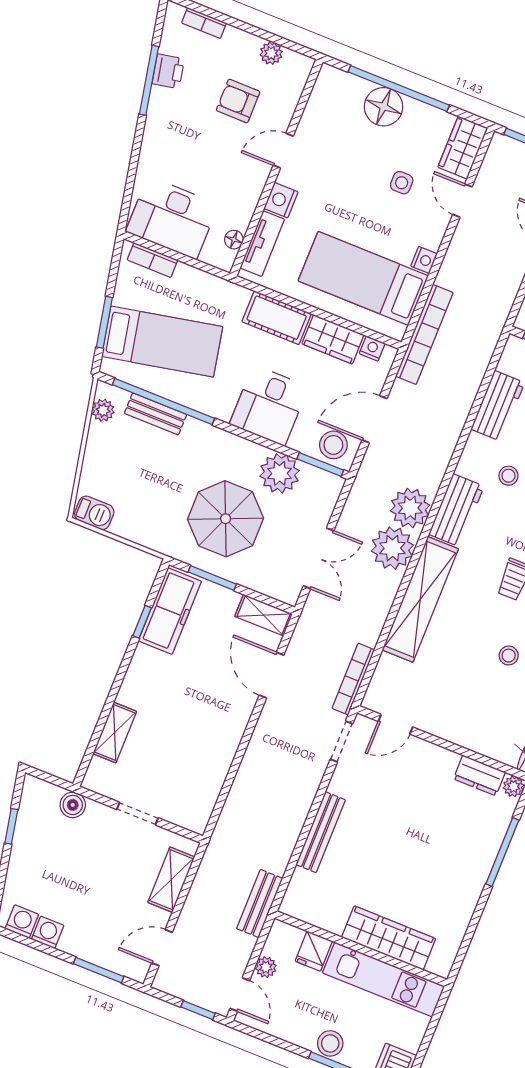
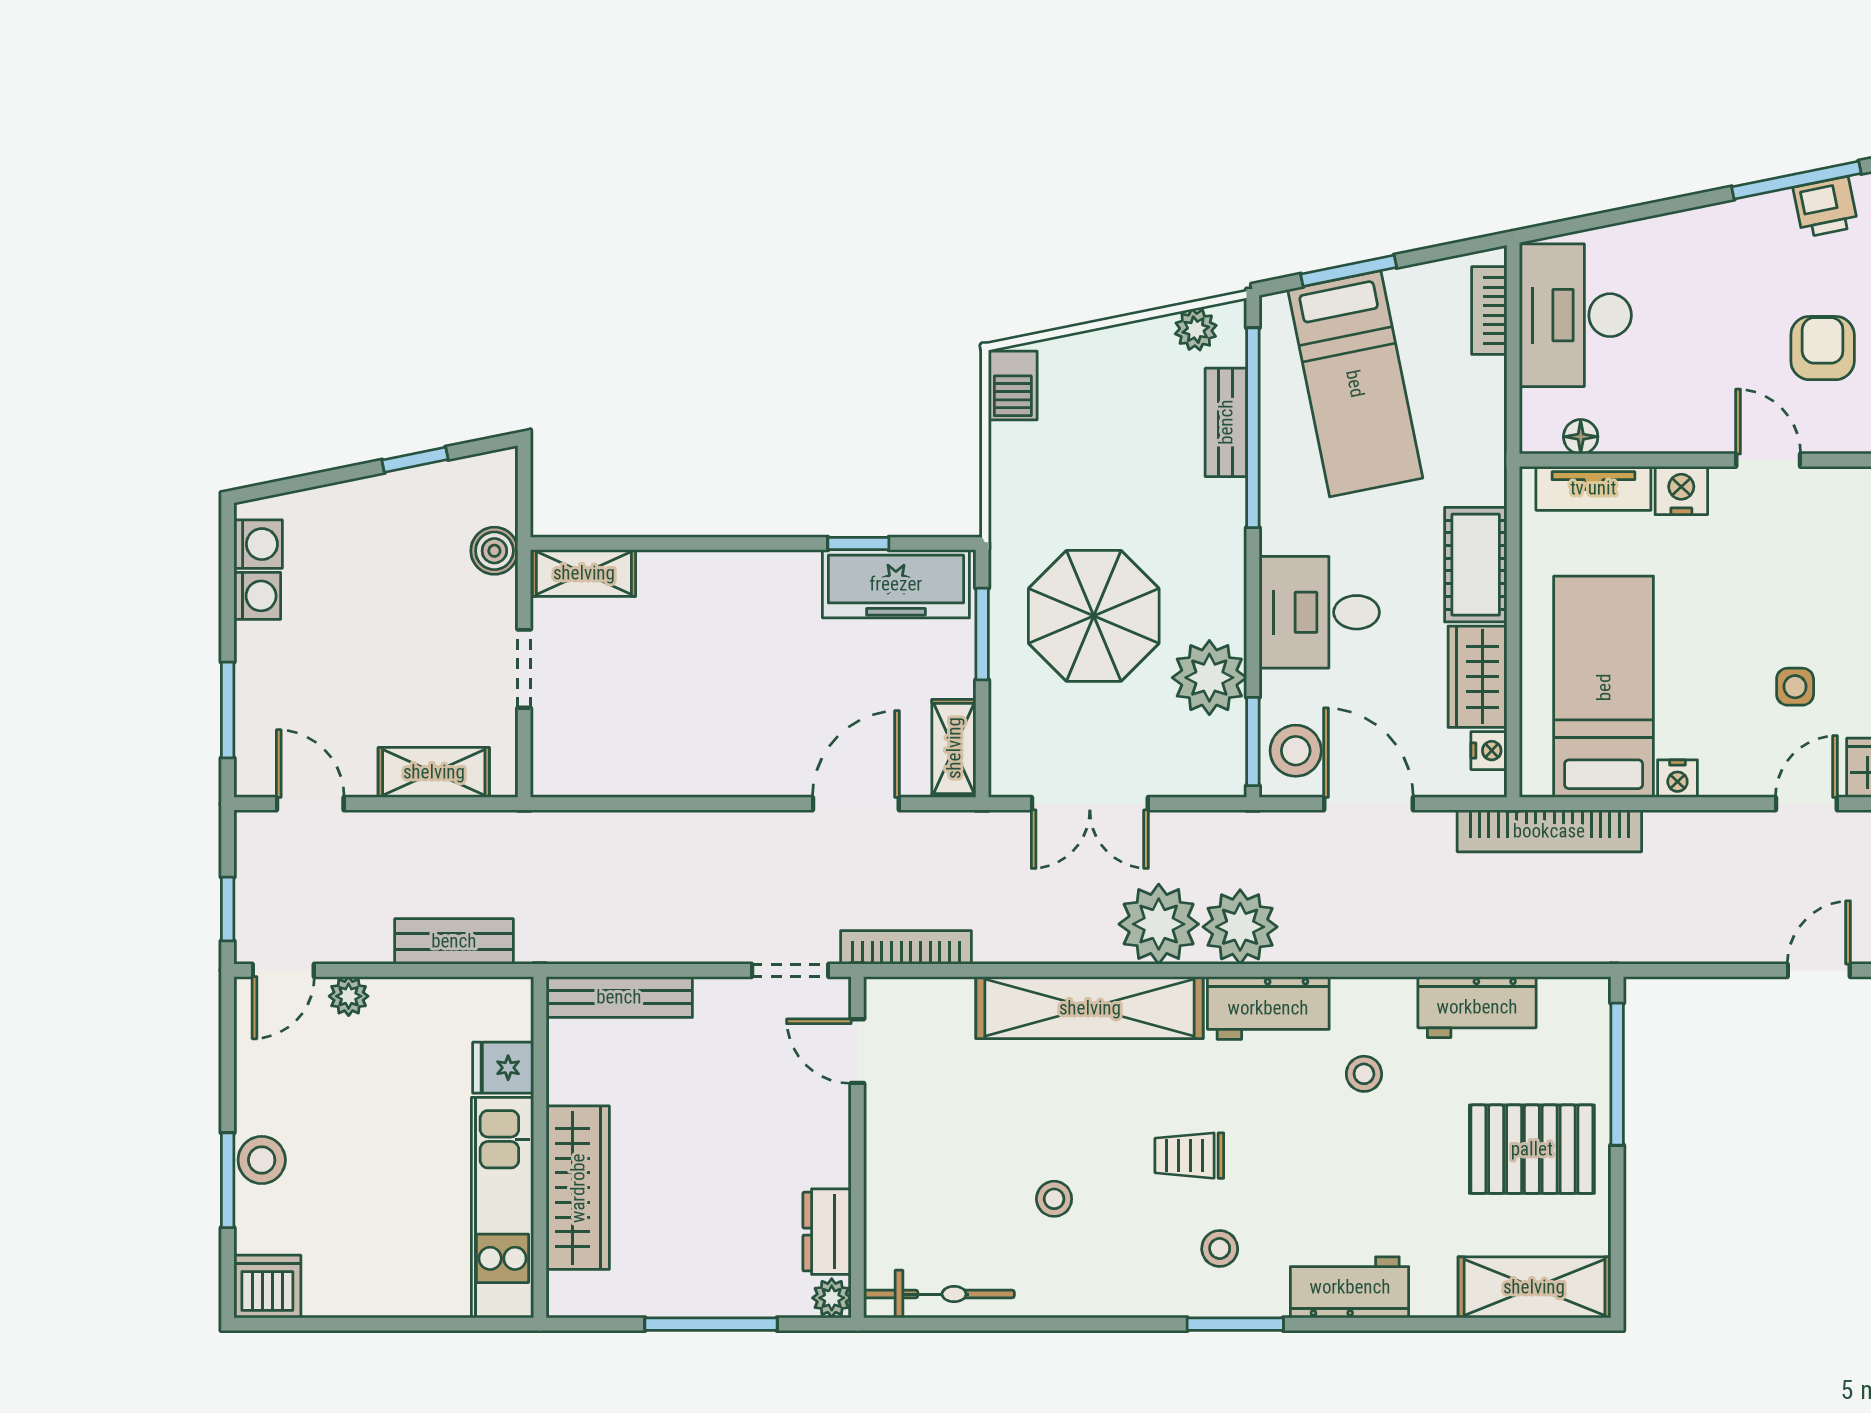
shelving: (115, 733) -> (584, 573), moved
wardrobe: (389, 938) -> (578, 1188), moved
wall: (361, 949) -> (540, 1147), moved
fridge: (314, 951) -> (503, 1068), moved
kitchen unit: (384, 980) -> (503, 1208), moved

